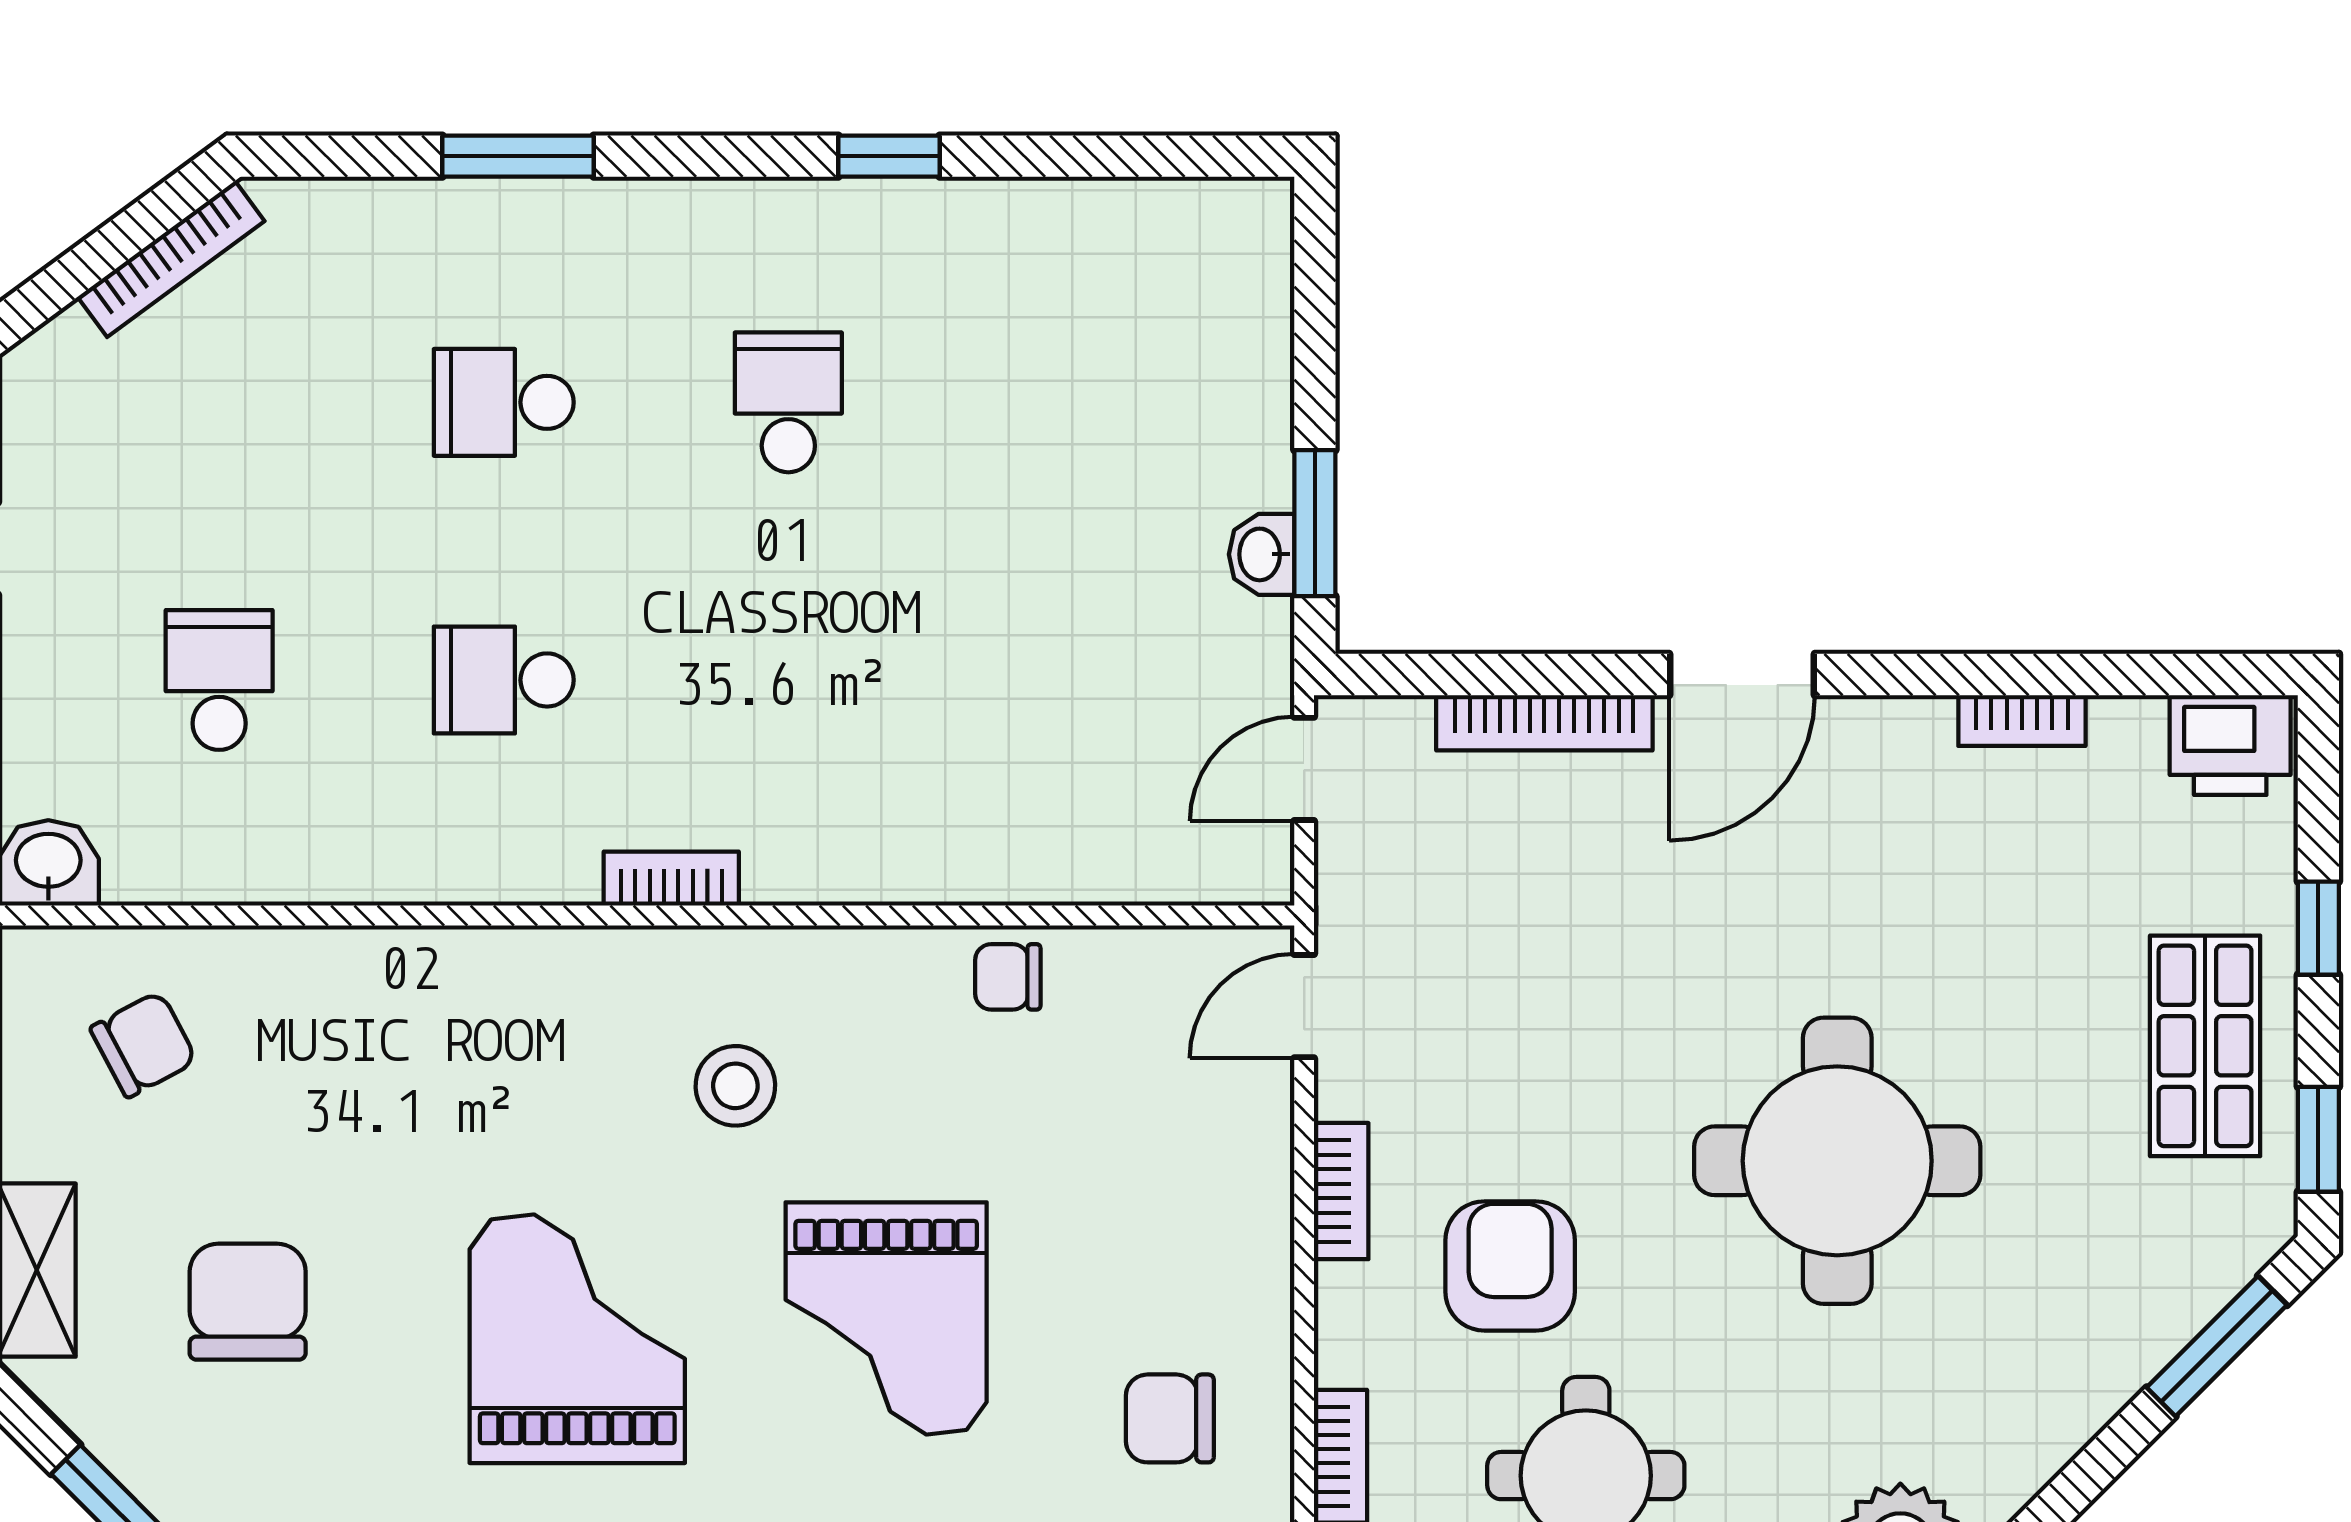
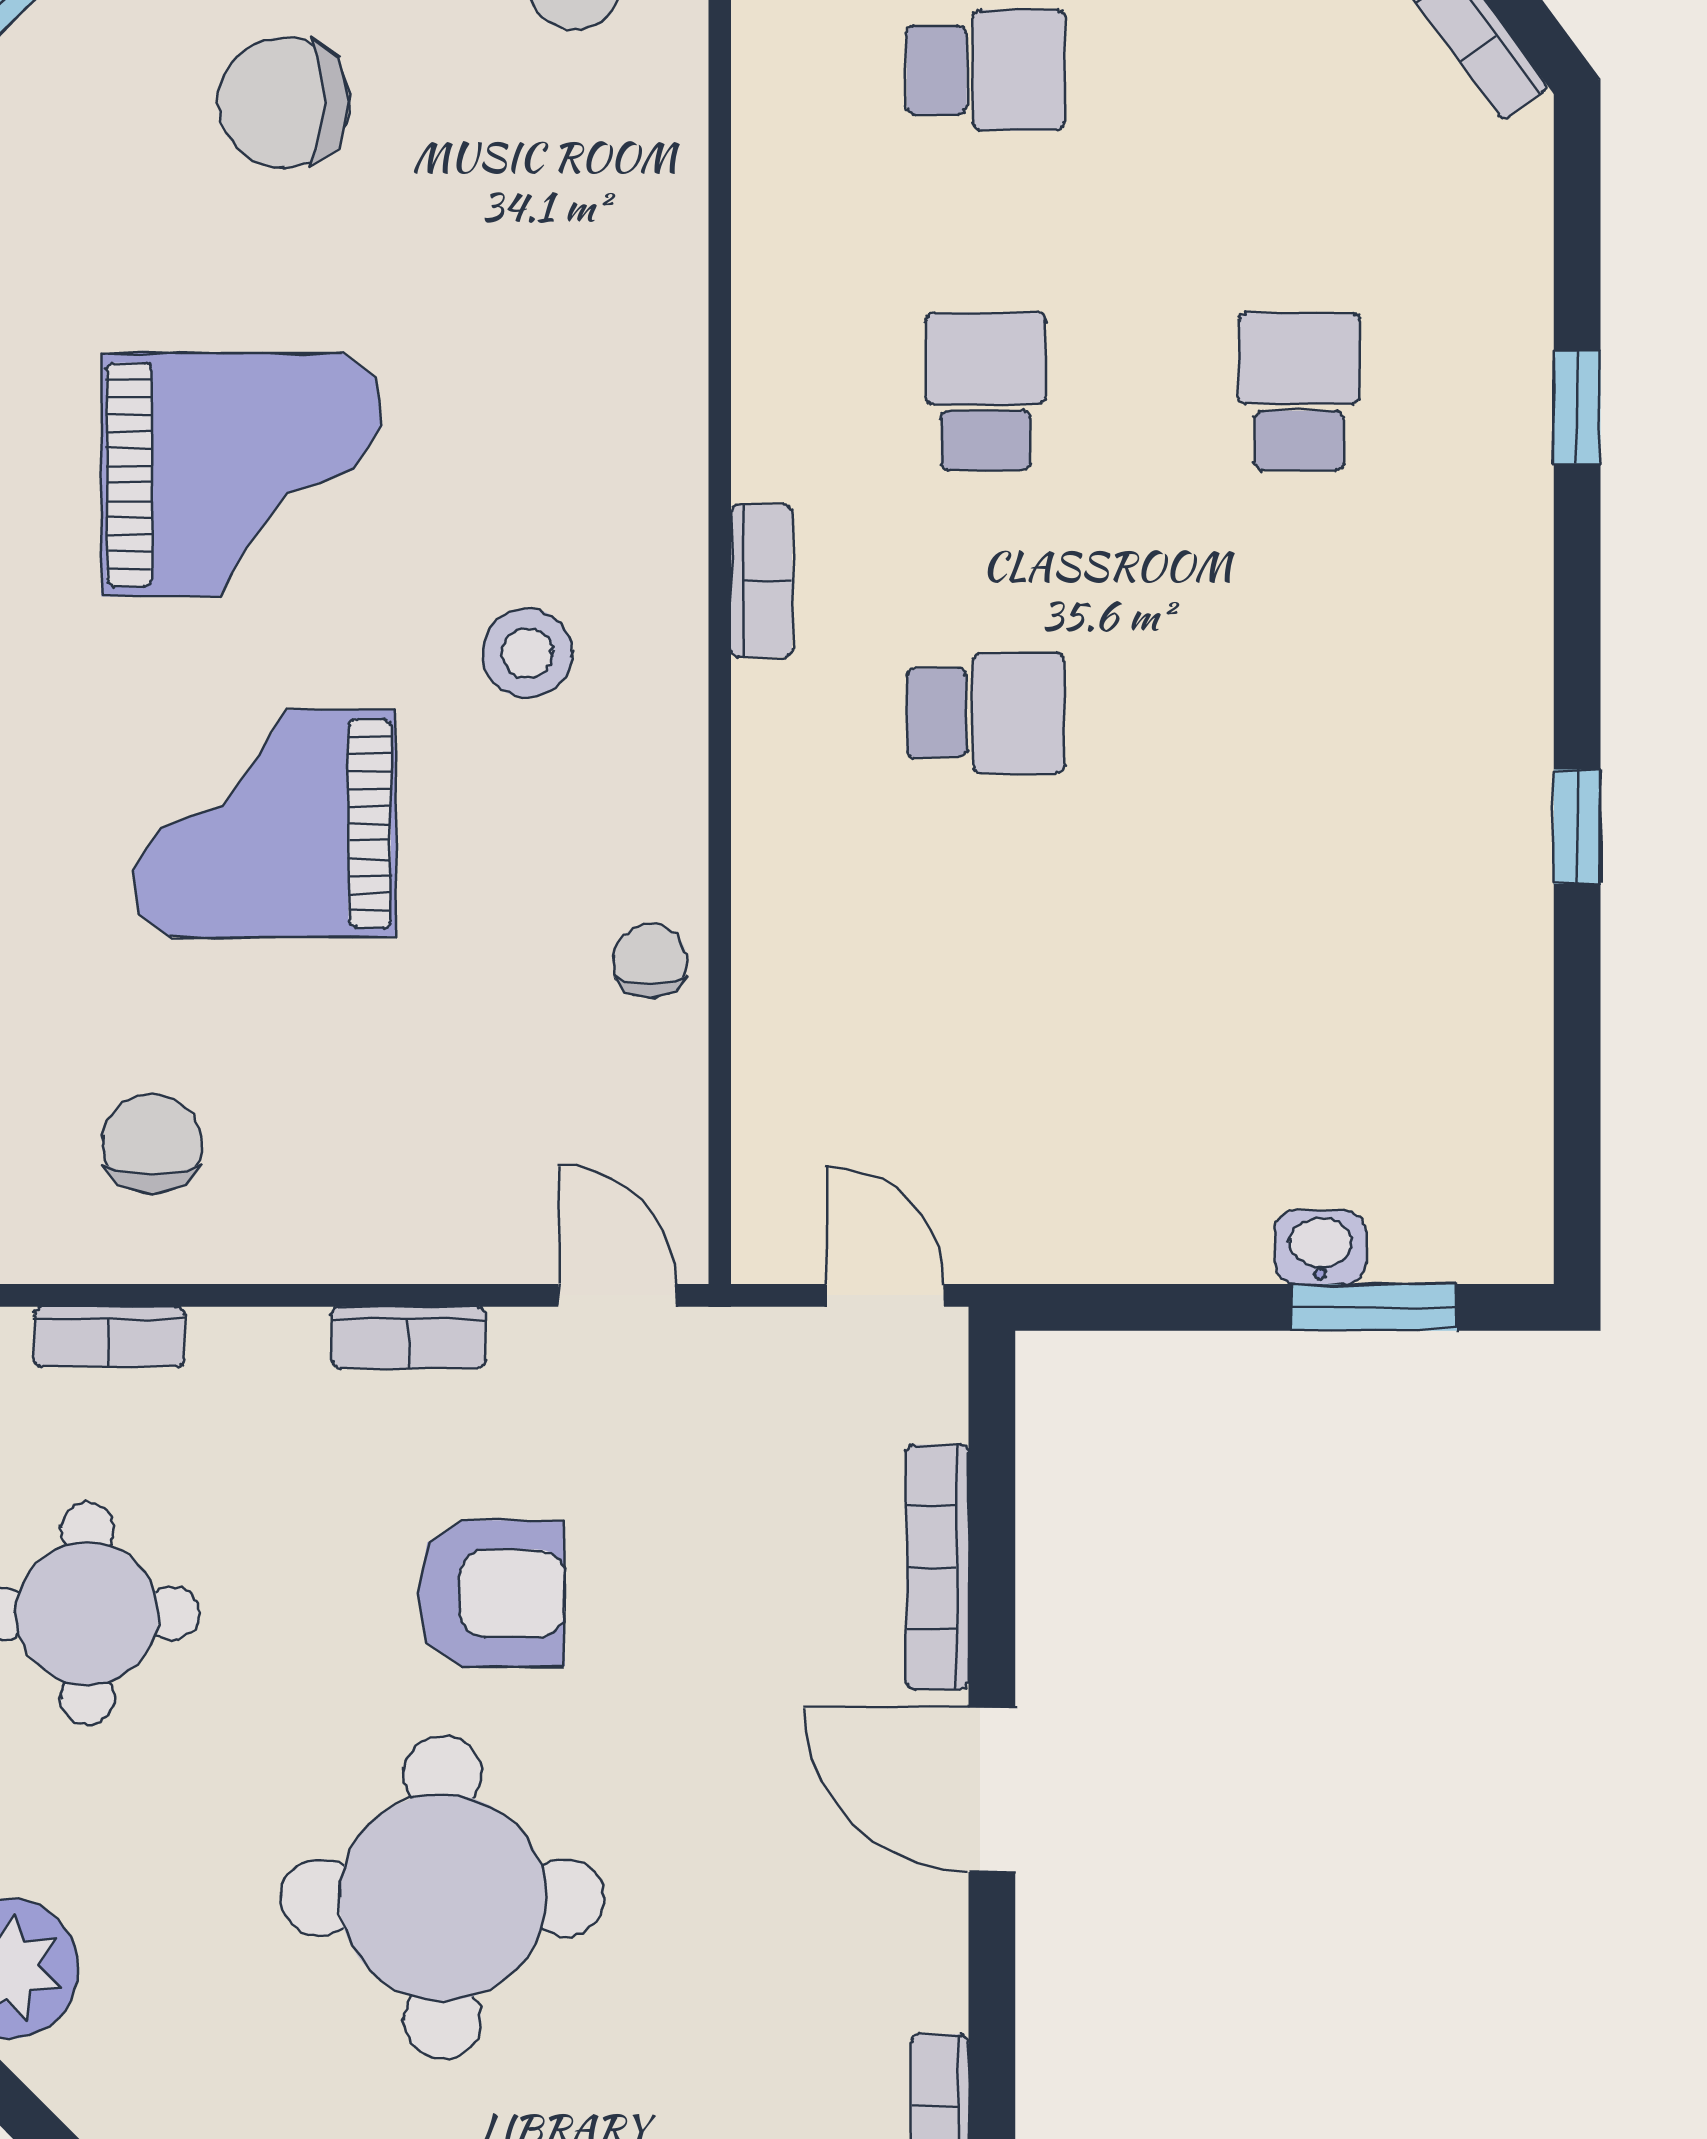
window: (518, 156) -> (1577, 408), width x0.67
school desk: (788, 402) -> (986, 713), moved
window: (1315, 523) -> (1374, 1307), moved
washbasin: (1262, 554) -> (1320, 1247), moved
armchair: (1510, 1266) -> (492, 1593), moved
chair: (248, 1302) -> (284, 102), turned 180

